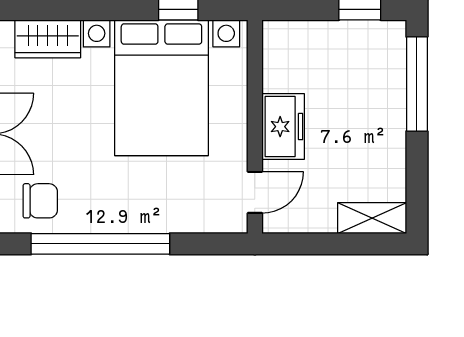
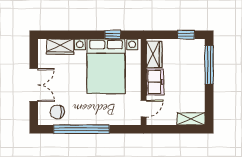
wardrobe: (281, 58) -> (154, 54), added
chair: (40, 201) -> (57, 112), turned 180

